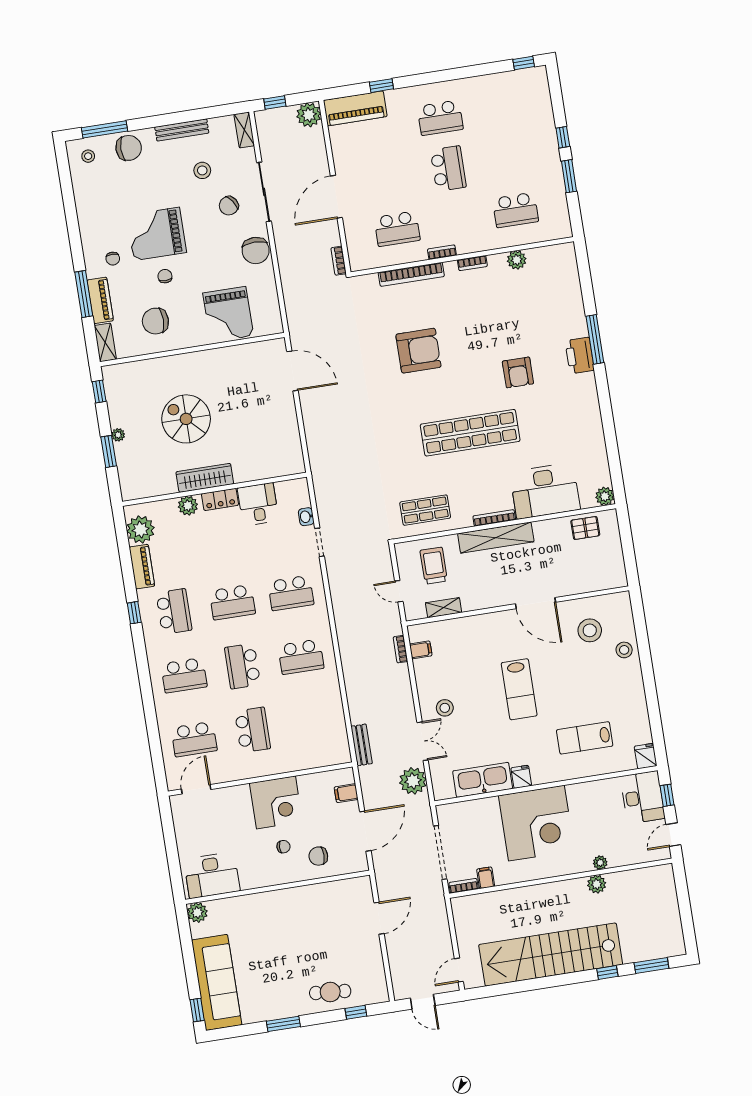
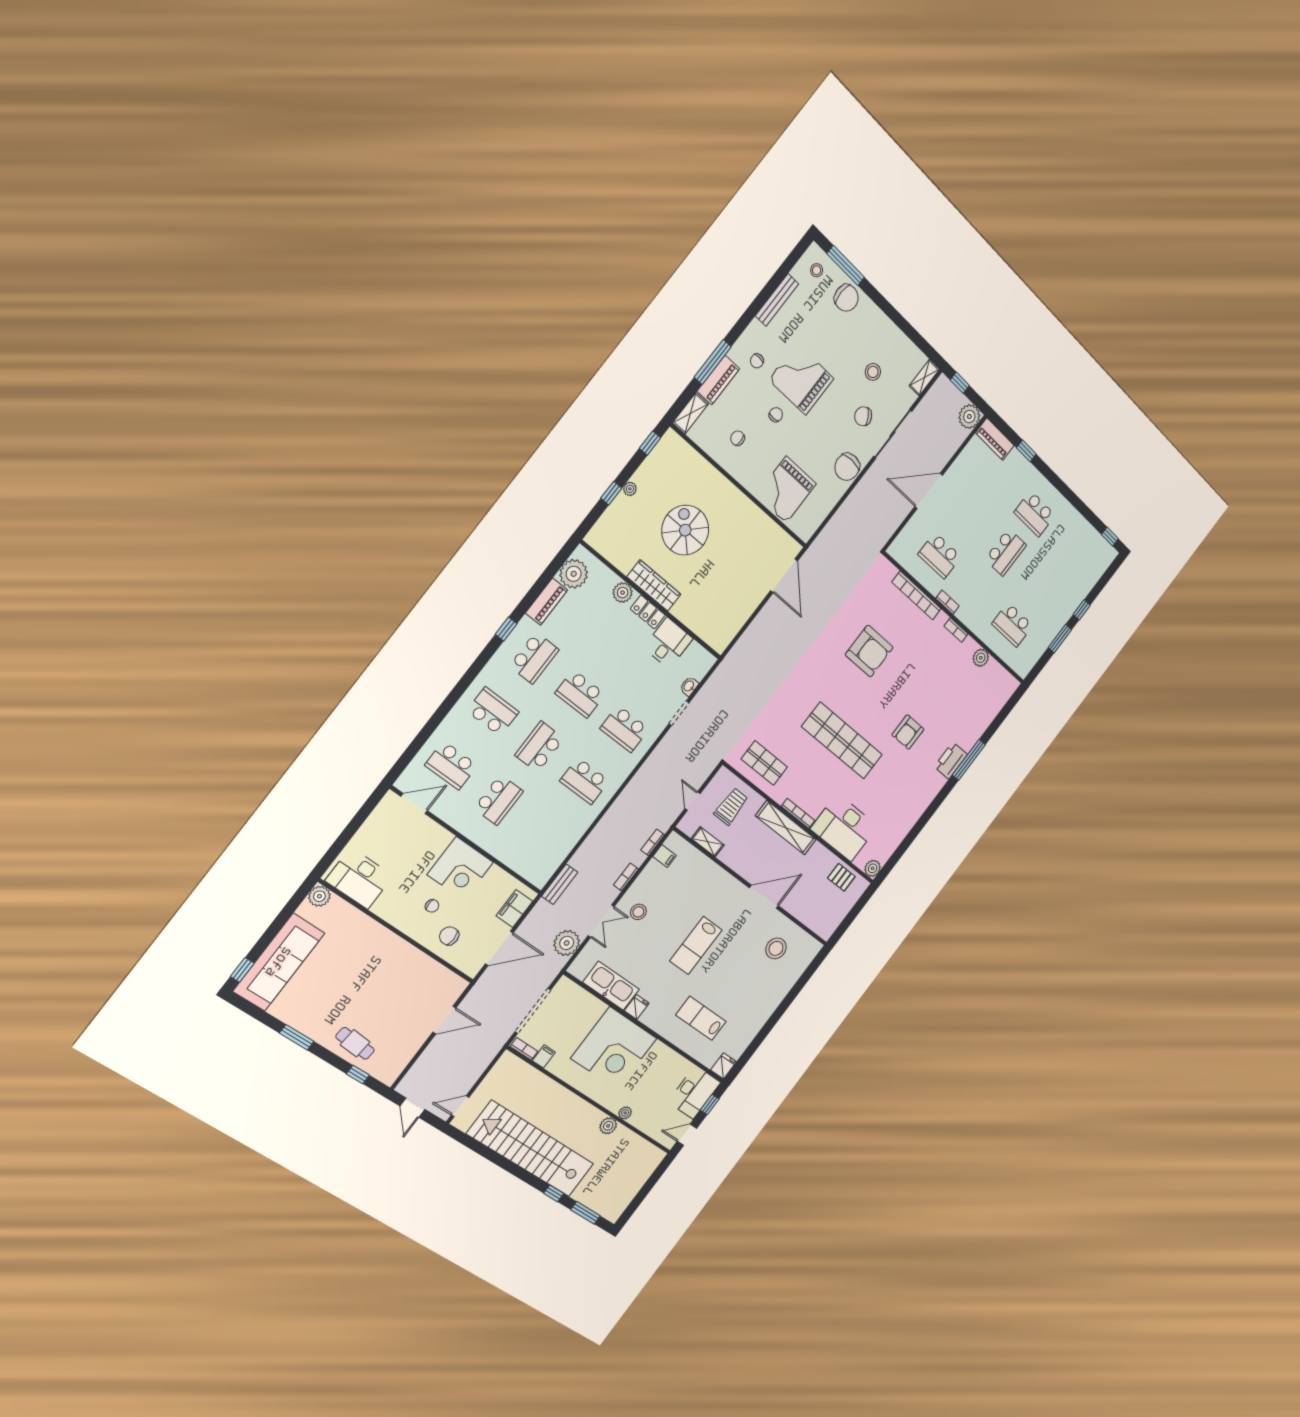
piano: (355, 108) -> (995, 439), width x0.73, depth x0.75
bench: (182, 130) -> (777, 300), moved, turned 90
bookcase: (339, 261) -> (626, 877), moved
chair: (155, 321) -> (738, 438), width x0.54, depth x0.54
window: (109, 451) -> (611, 493), width x0.67
door: (535, 603) -> (764, 897), swing flipped
stool: (624, 650) -> (782, 982), removed
school desk: (184, 675) -> (493, 711), turned 180
filing cabinet: (346, 793) -> (514, 909), width x2.00

